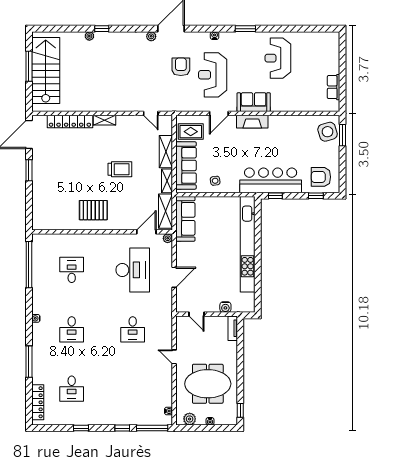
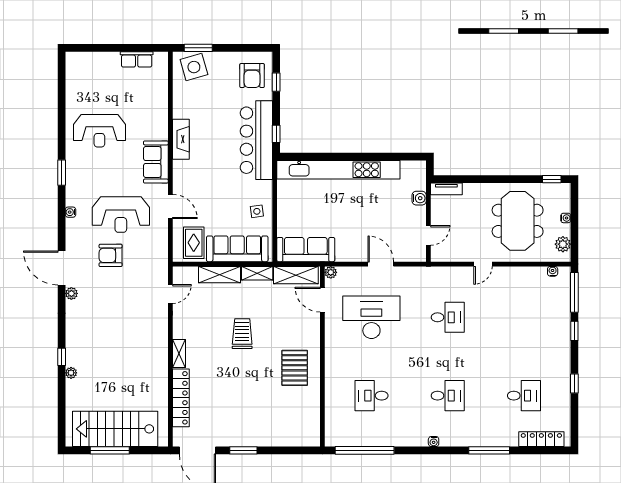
fireplace: (252, 122) -> (181, 139), moved

